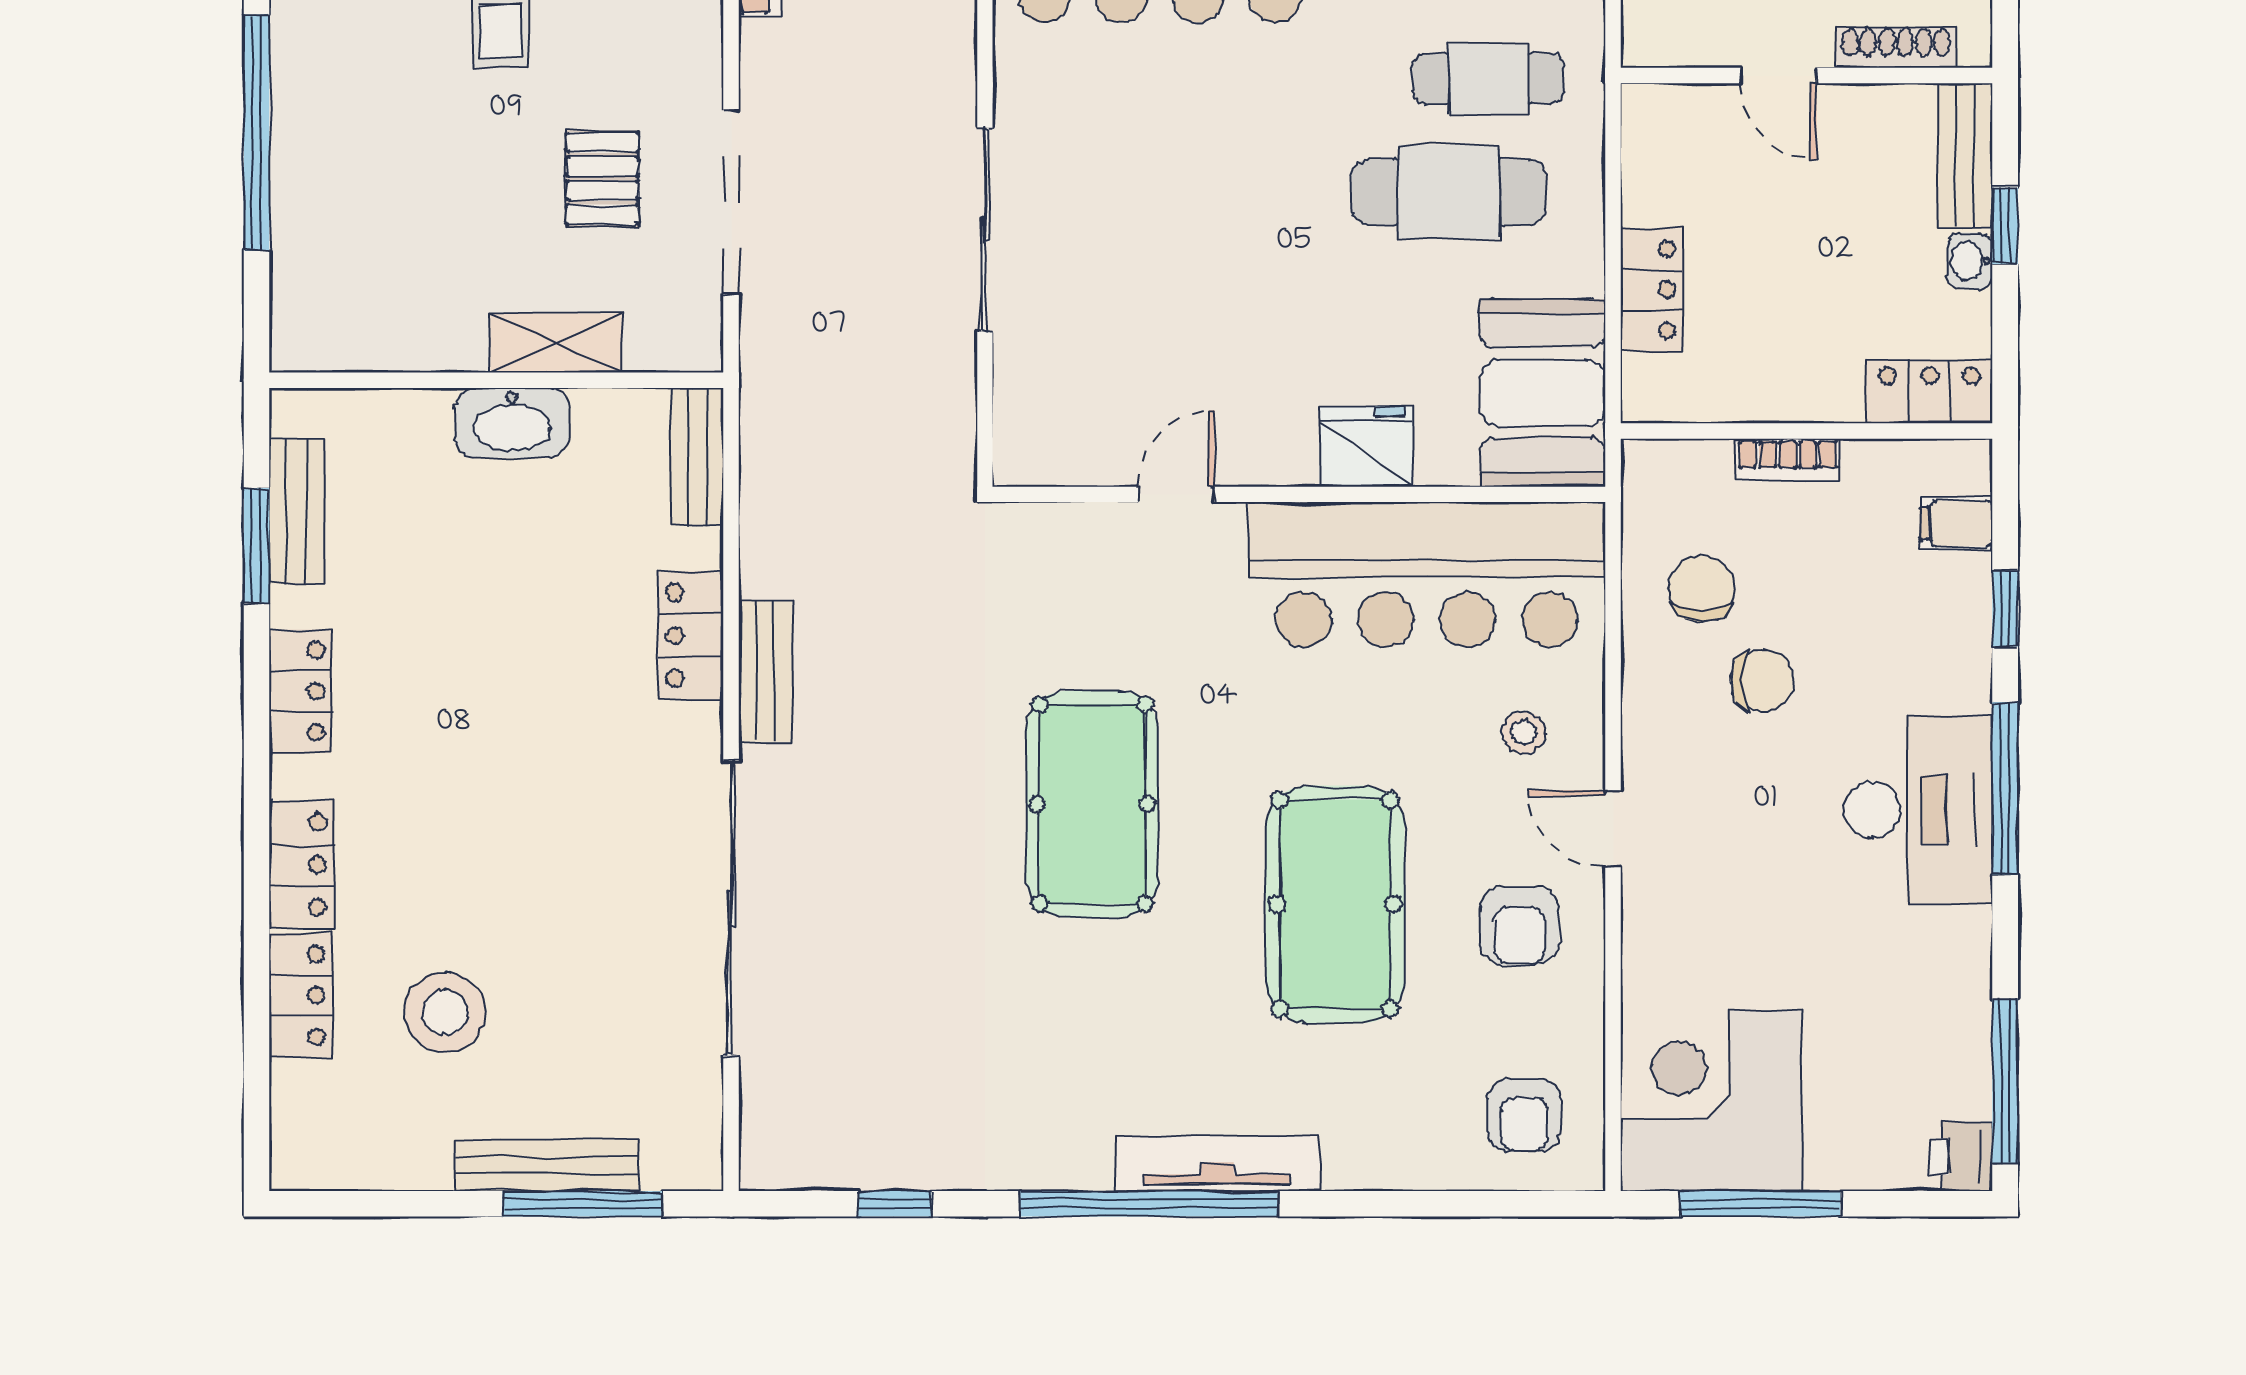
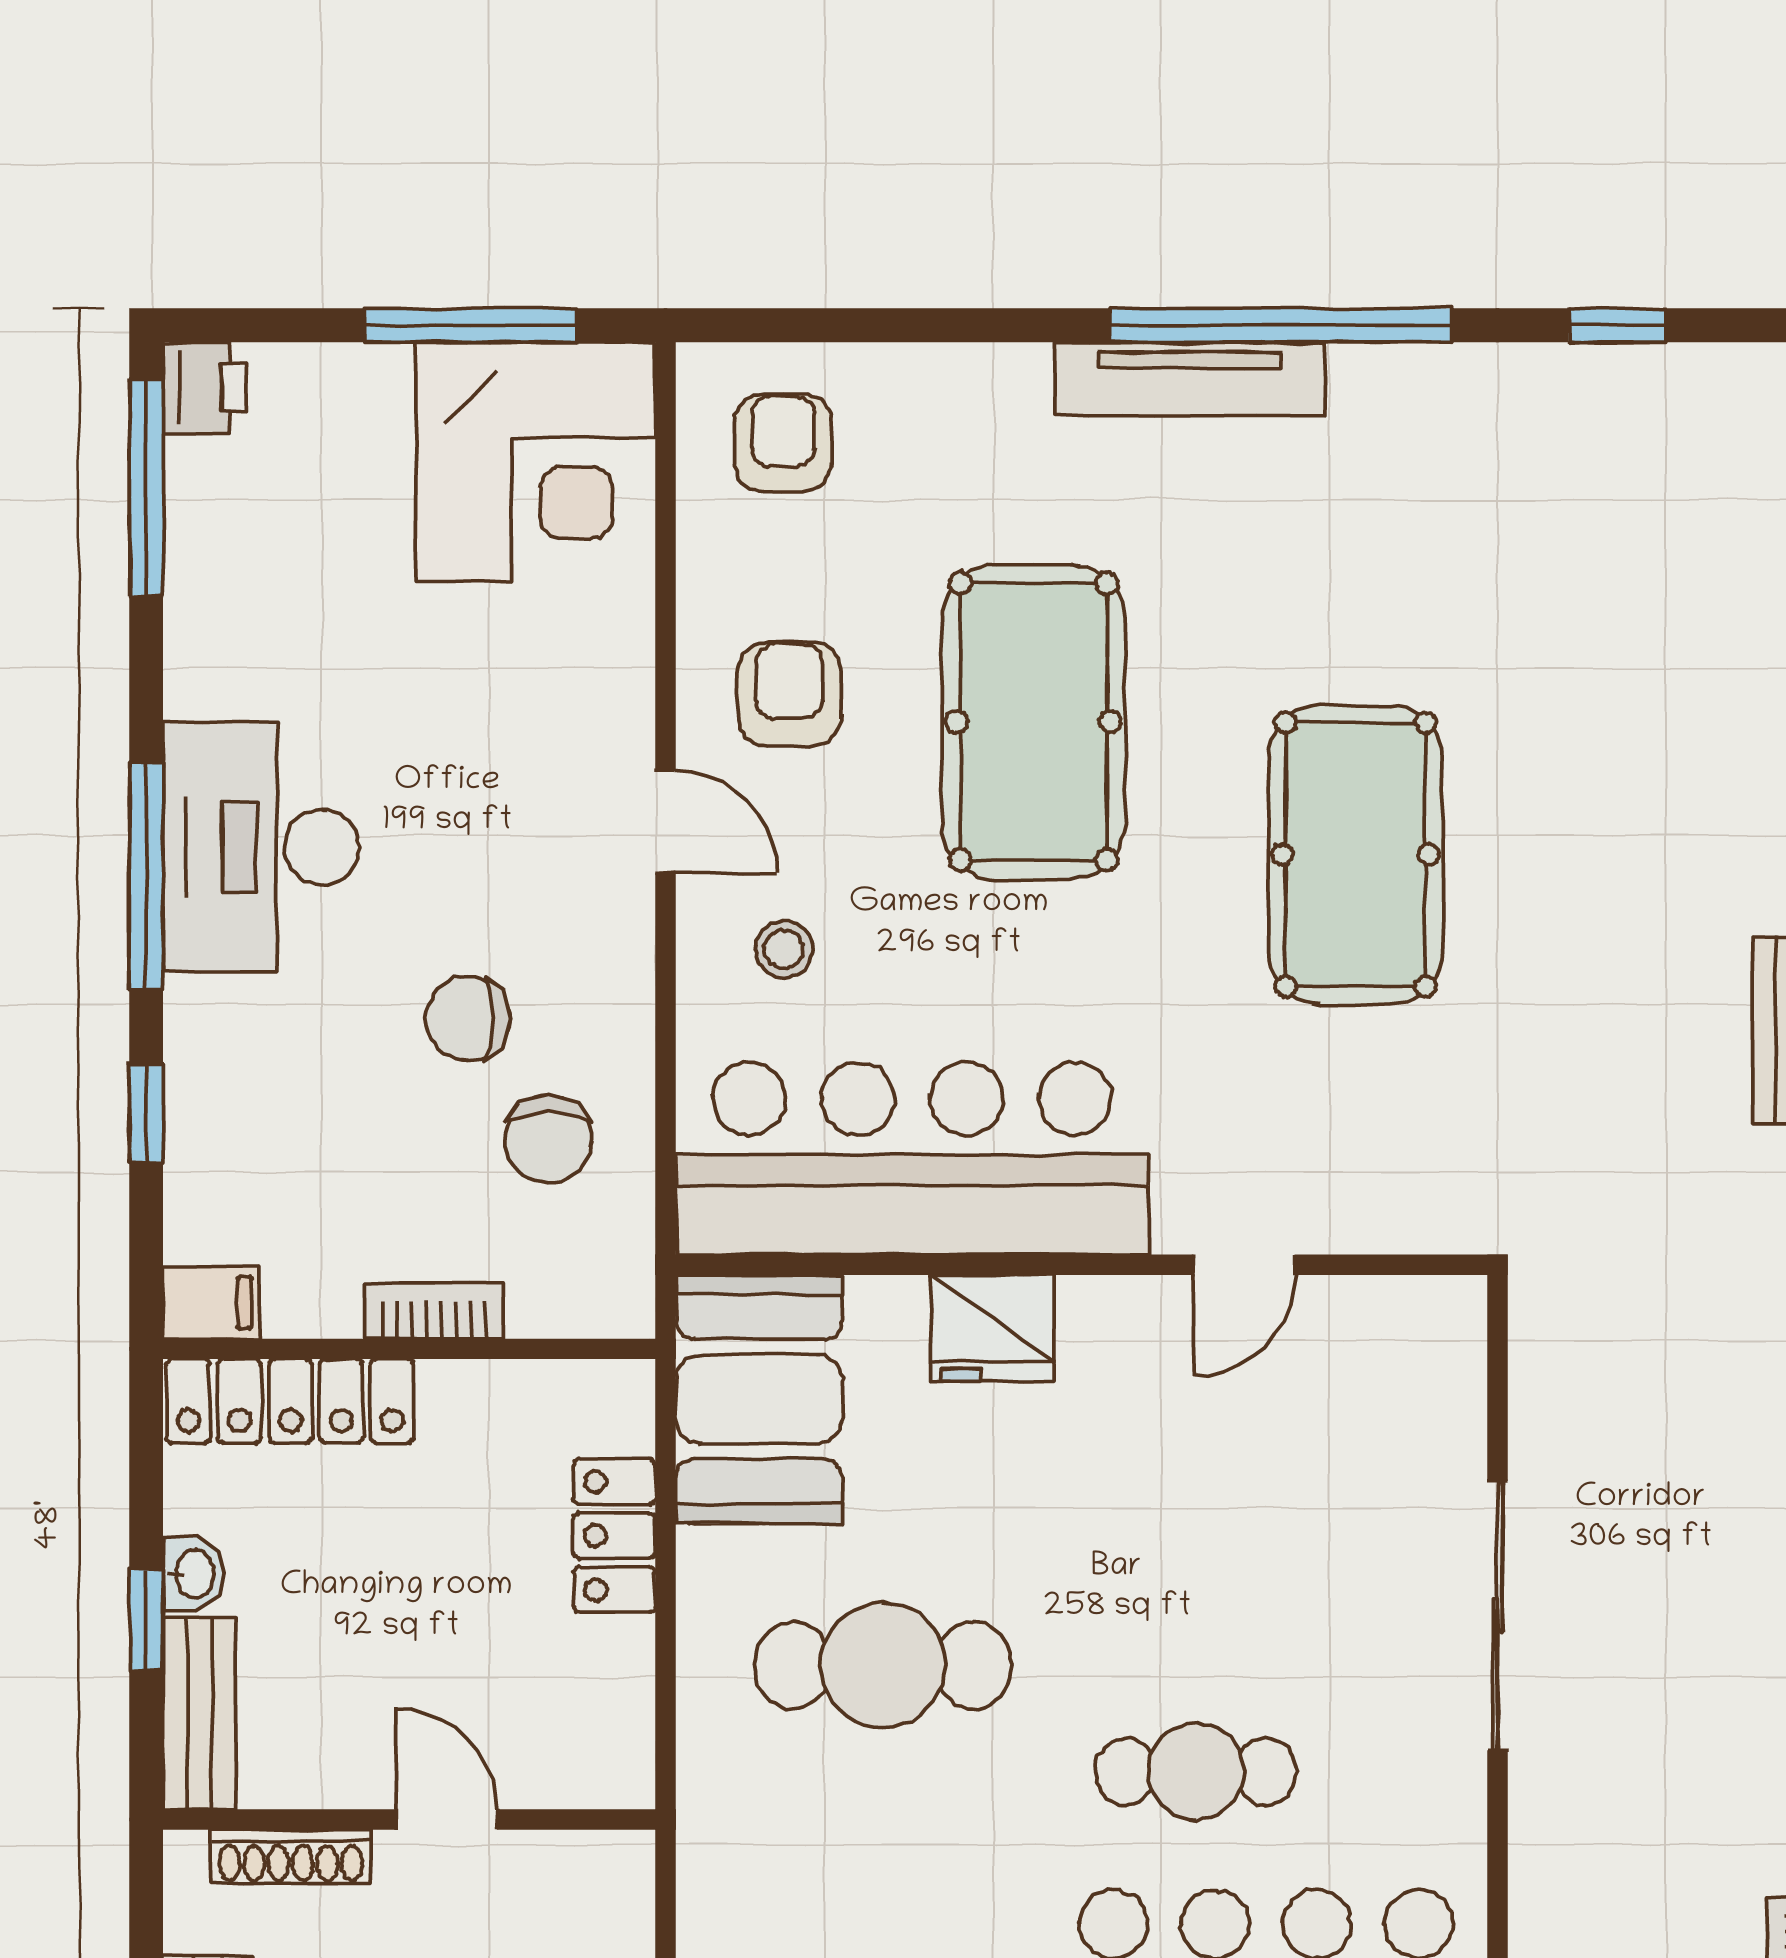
cafe table: (1488, 79) -> (1196, 1772), moved
locker: (1929, 391) -> (290, 1401), width x1.53
filing cabinet: (1956, 523) -> (211, 1303), moved

